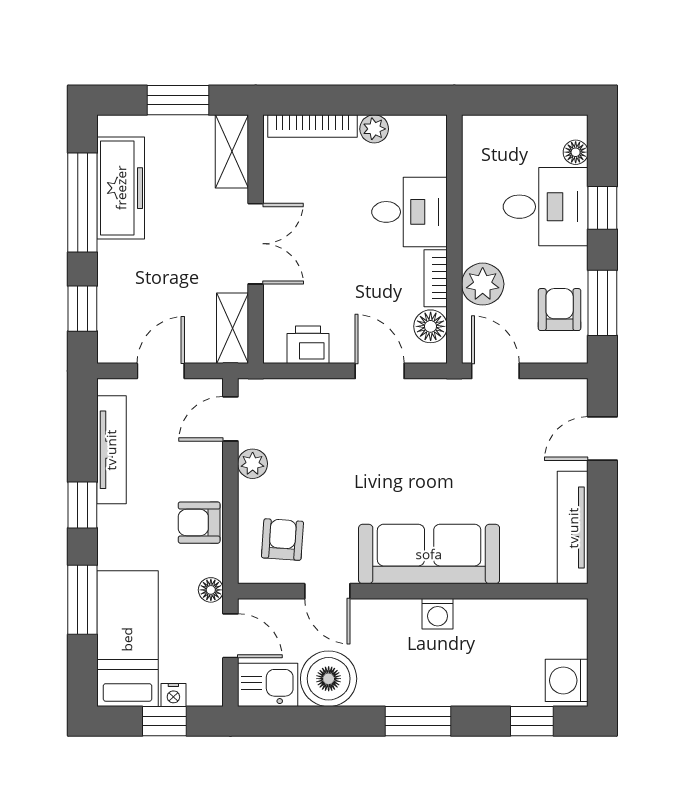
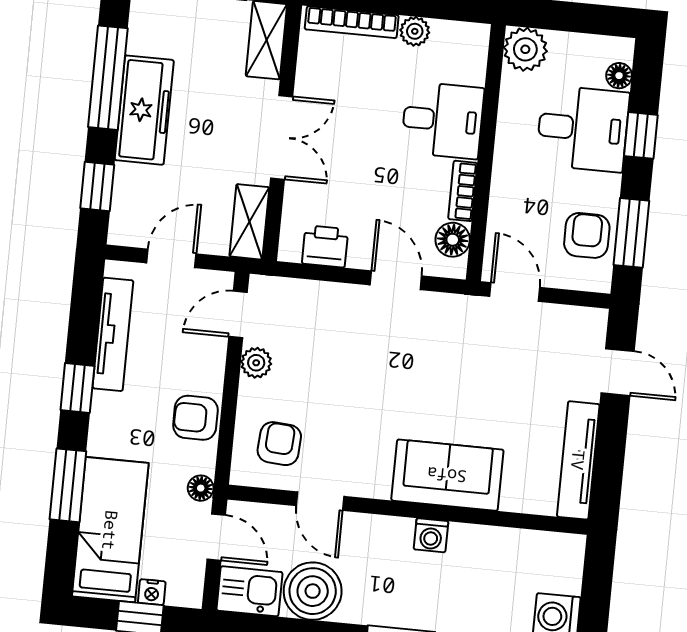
freezer: (121, 188) -> (144, 110), moved
plant: (483, 284) -> (525, 49), moved
door: (602, 439) -> (618, 372), swing flipped
sofa: (429, 554) -> (447, 475), width x0.73

